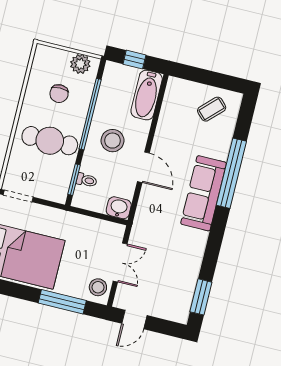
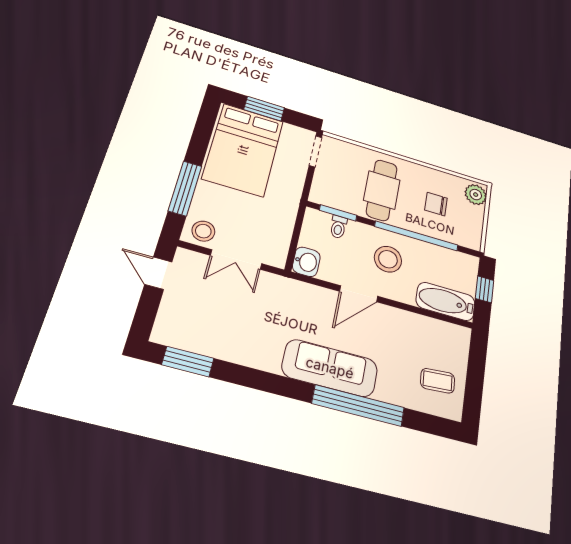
plant: (80, 64) -> (476, 195), moved
coffee table: (212, 109) -> (438, 381), turned -49

